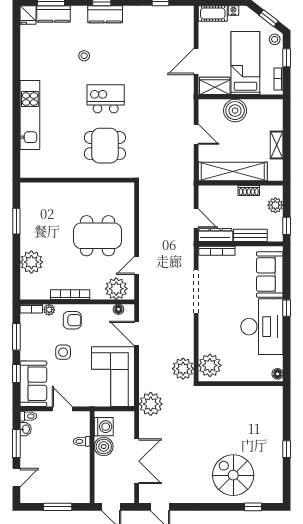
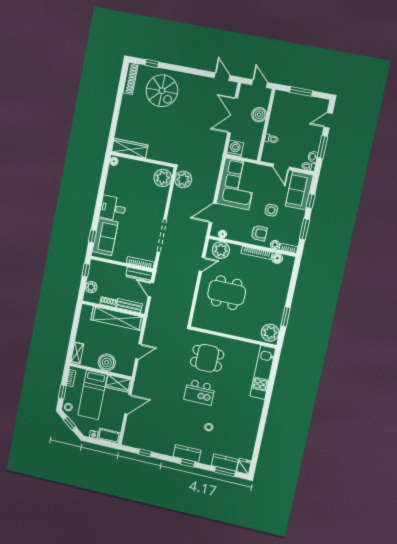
kitchen unit: (30, 115) -> (263, 372), moved
door: (196, 134) -> (138, 351), swing flipped
shelving: (277, 145) -> (77, 353), moved
bench: (250, 235) -> (129, 306), moved
plant: (31, 262) -> (270, 333), moved
floor lamp: (43, 293) -> (277, 258), added
window: (287, 308) -> (92, 236), moved
armchair: (72, 320) -> (259, 233), turned 180
desk: (262, 327) -> (113, 208), width x0.53, depth x0.77
door: (137, 334) -> (213, 213), swing flipped
wardrobe: (260, 395) -> (130, 148), added
plant: (151, 404) -> (213, 157), removed
washing machine: (104, 427) -> (235, 149), moved, turned 90
boiler: (104, 446) -> (259, 115), moved
window: (287, 449) -> (118, 103), removed
shoe rack: (277, 483) -> (131, 78), added

